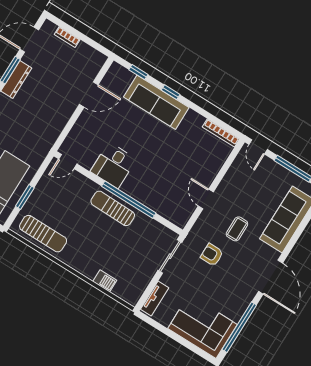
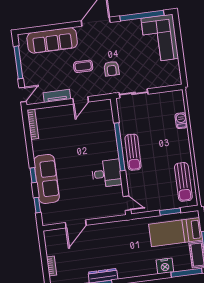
door: (89, 95) -> (76, 224), swing flipped
sun lounger: (43, 234) -> (183, 182), turned 180
tv unit: (155, 299) -> (57, 96), moved

